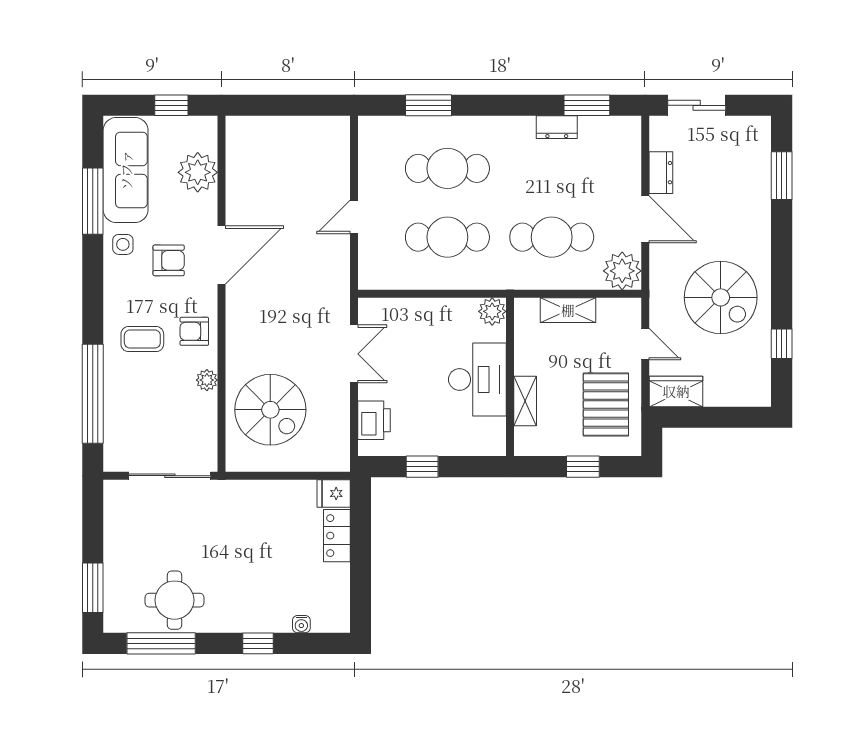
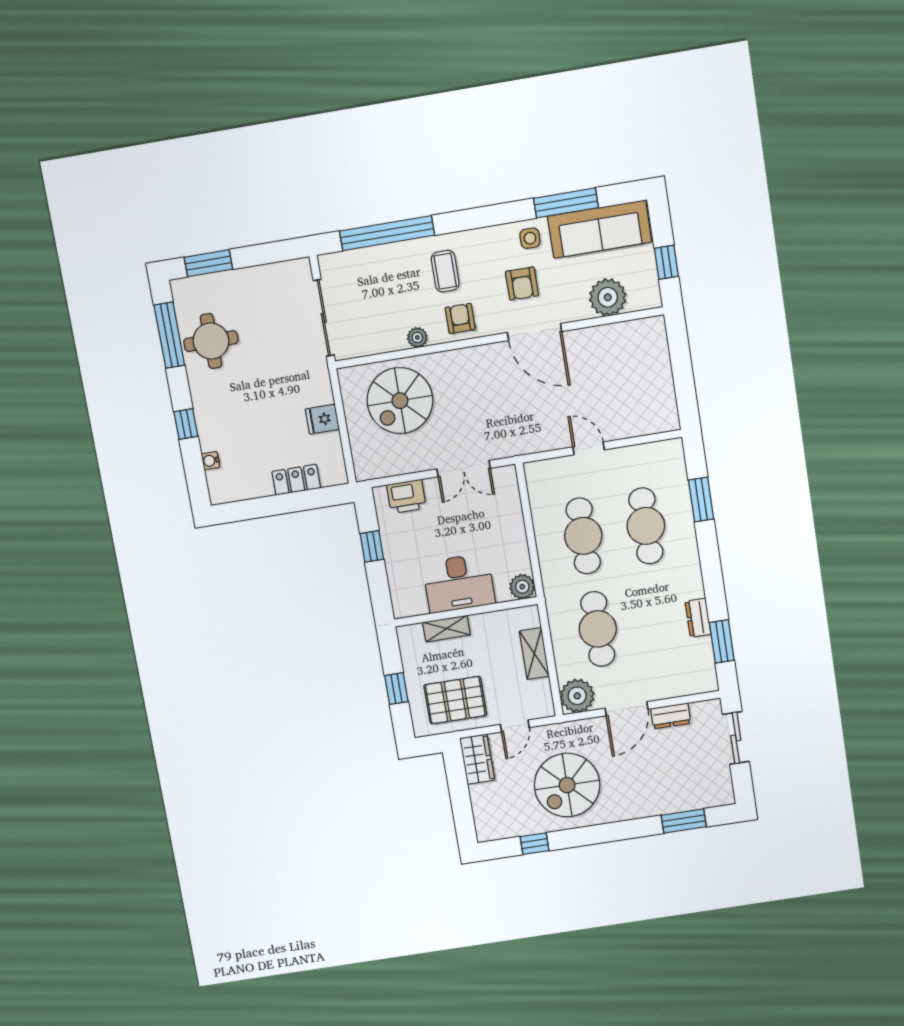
fridge: (334, 493) -> (322, 419), moved, turned -90

